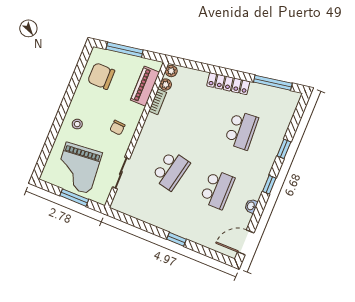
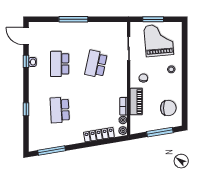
locker: (228, 84) -> (99, 135), moved
piano: (145, 86) -> (136, 102), moved
window: (269, 185) -> (26, 61), moved
window: (176, 239) -> (73, 19), width x2.17
door: (246, 242) -> (26, 36), swing flipped

